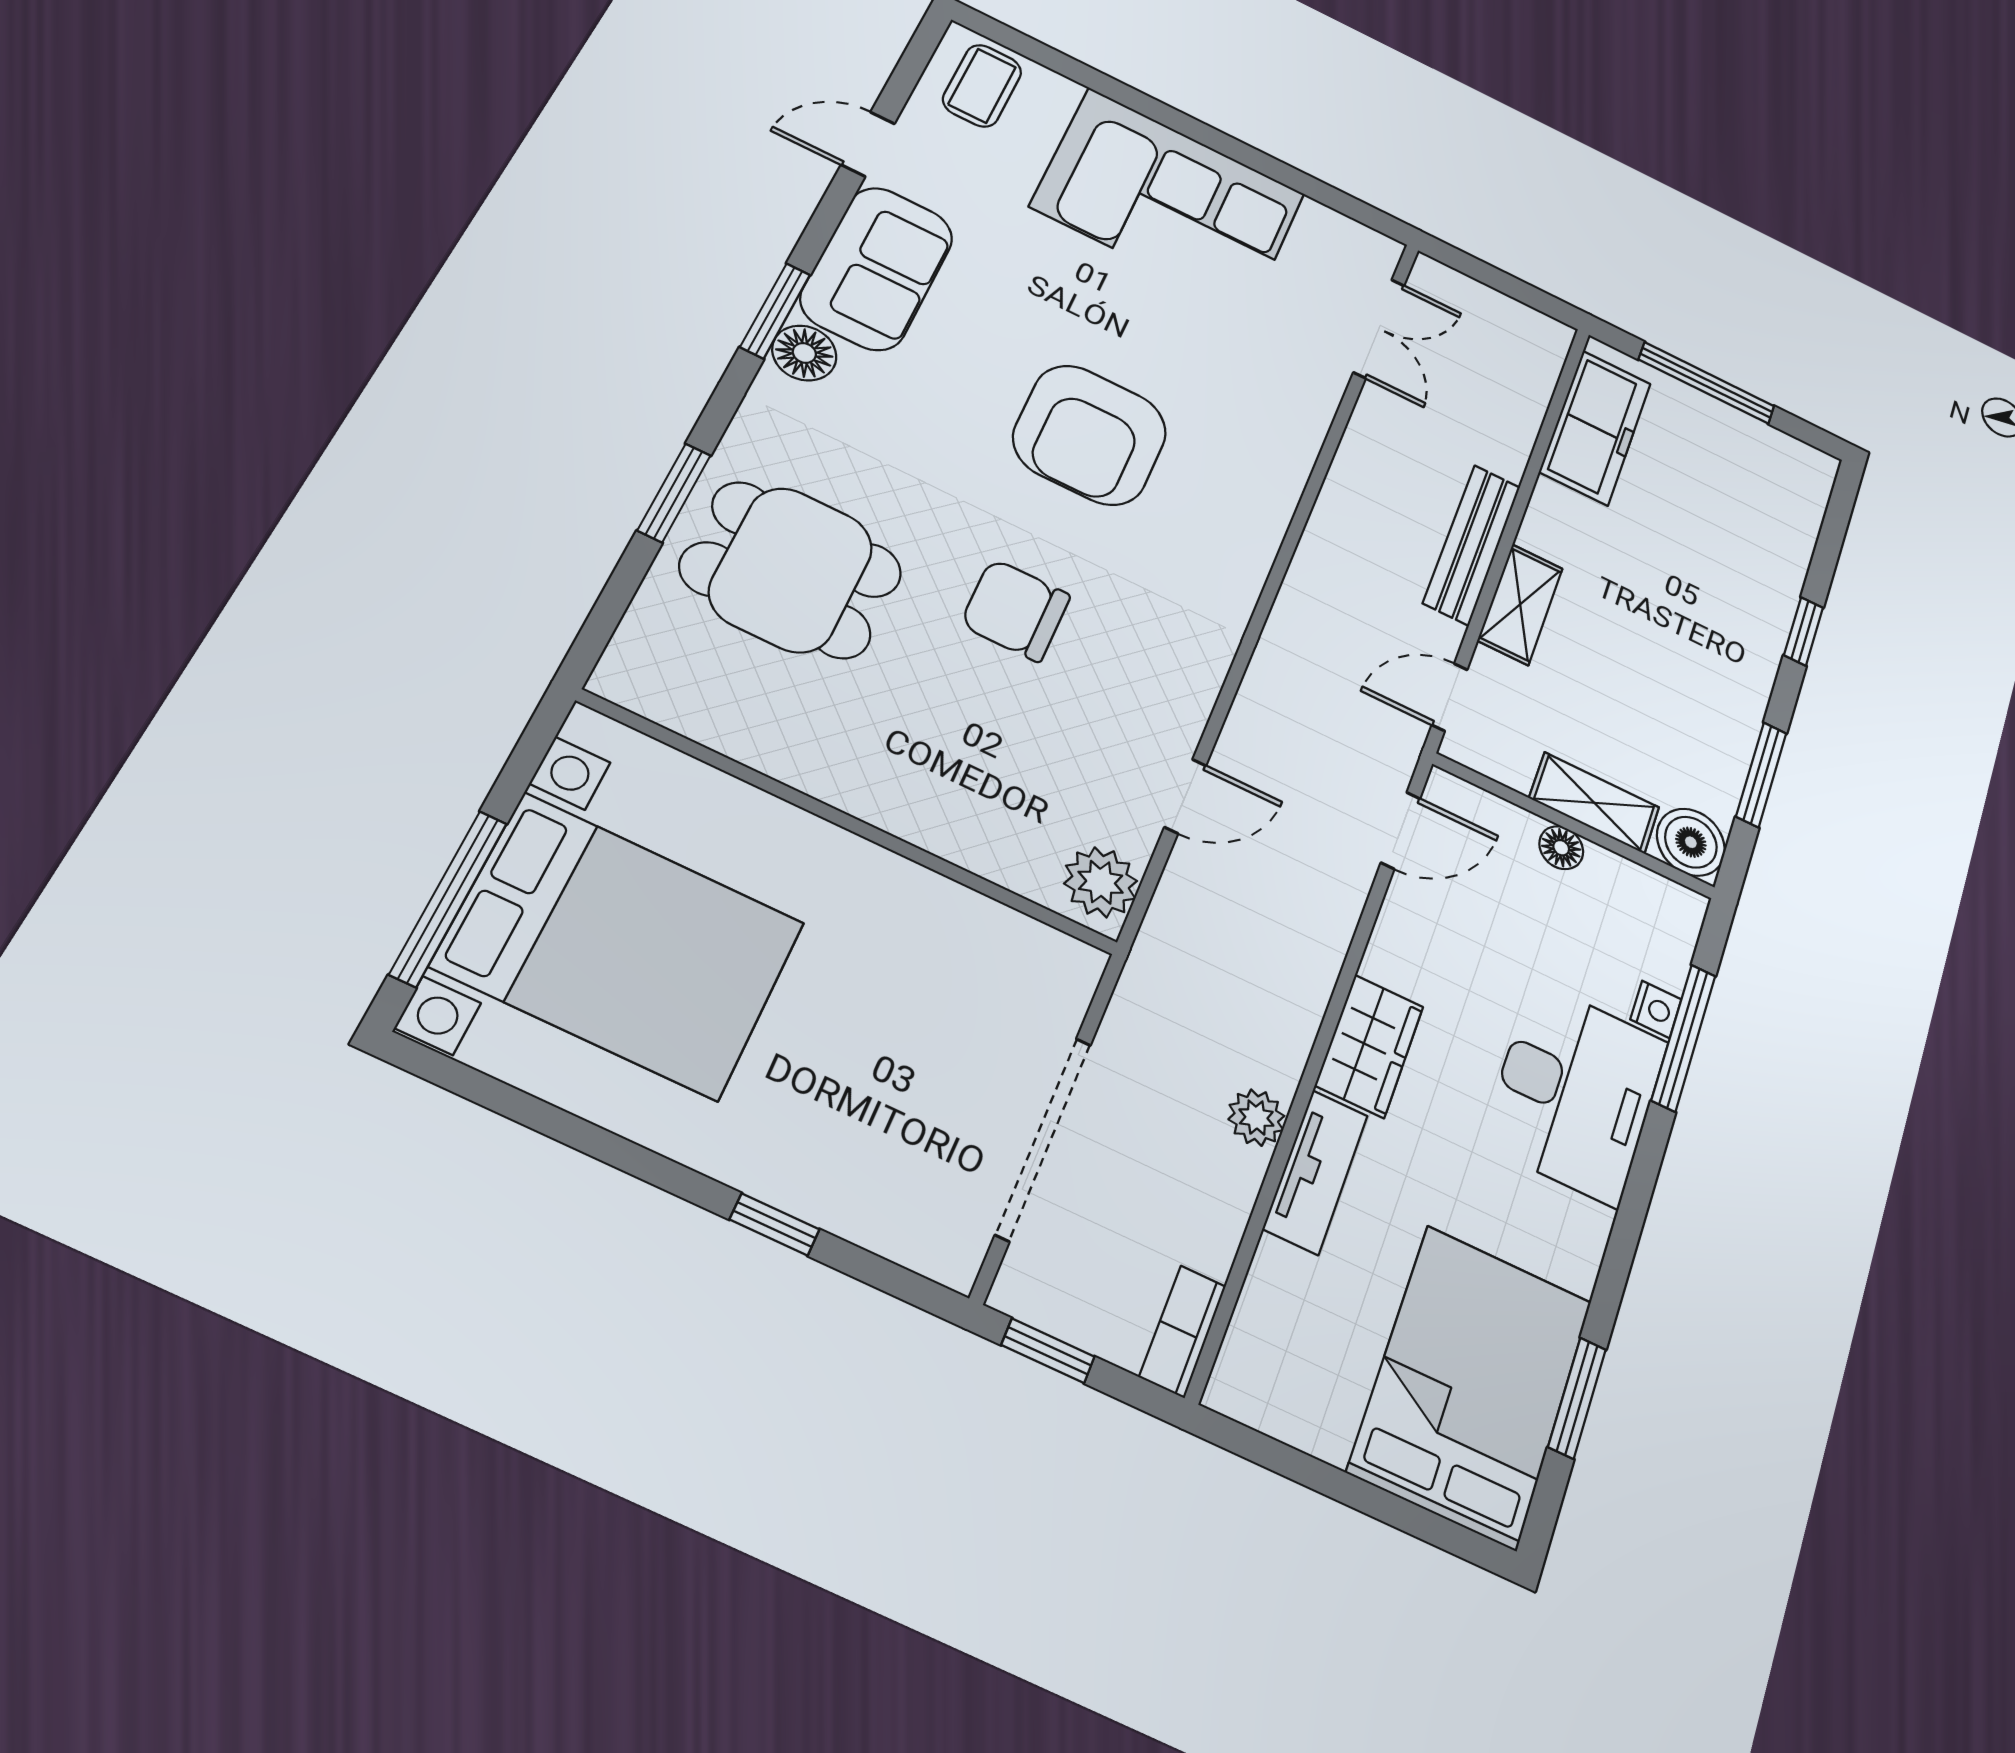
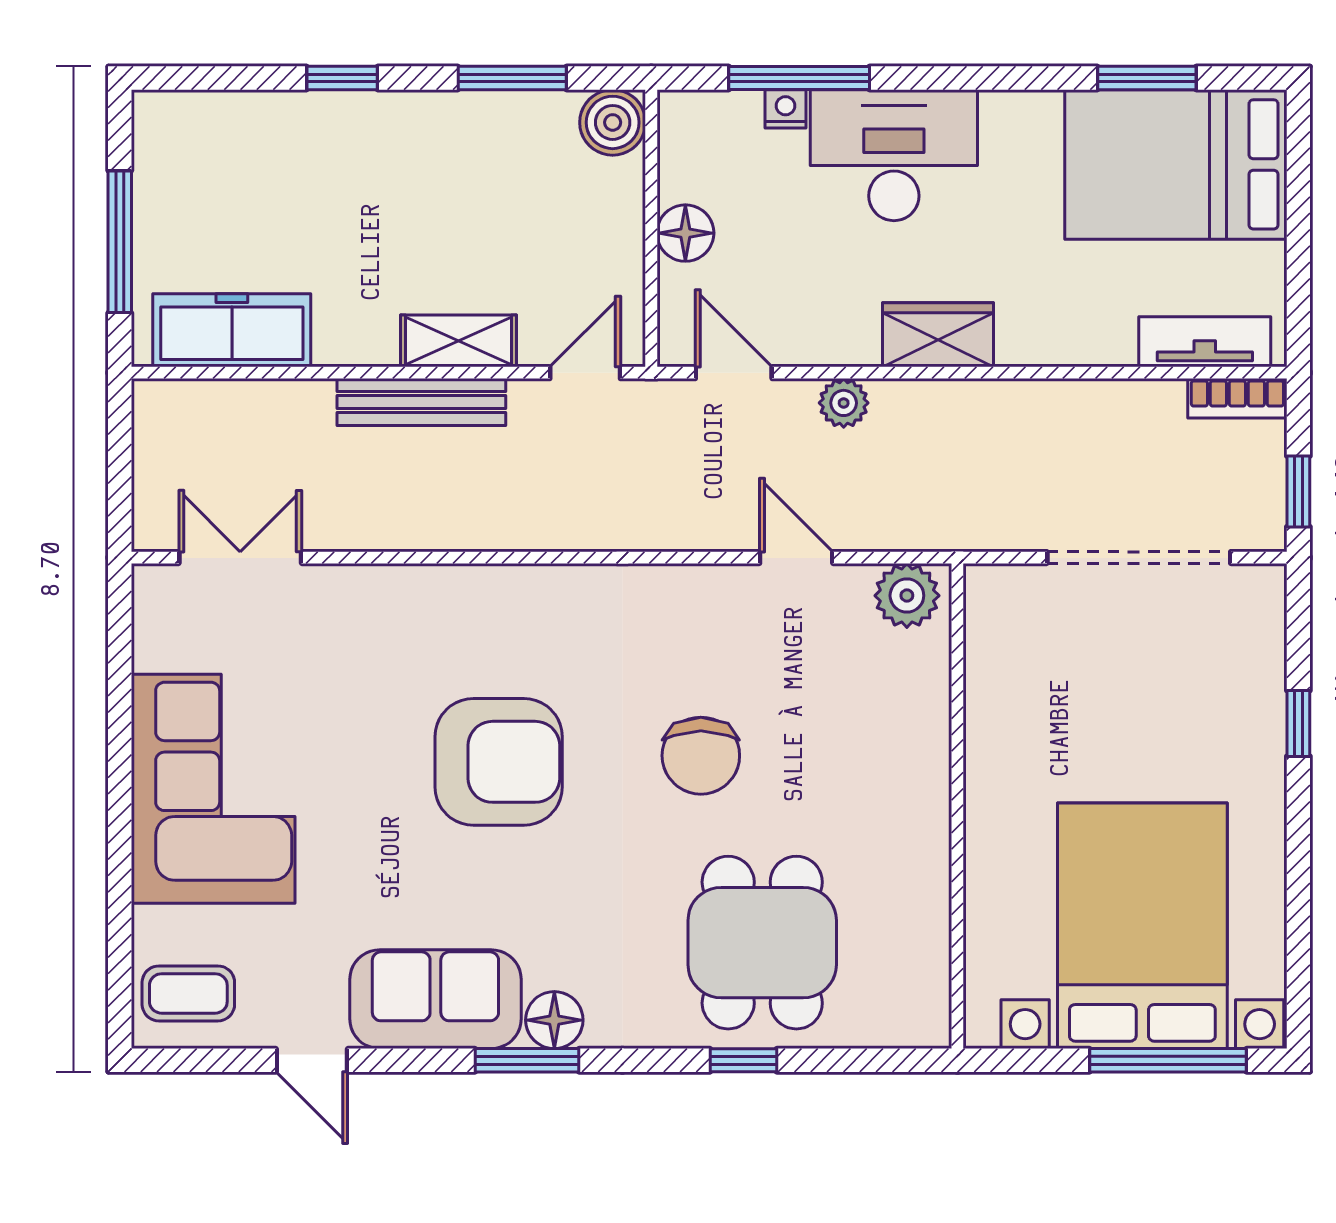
window: (674, 493) -> (743, 1060), width x0.67
door: (1449, 697) -> (585, 373), swing flipped
shelving: (1594, 803) -> (620, 217), removed
floor lamp: (1561, 848) -> (685, 233), width x1.37, depth x1.37
plant: (1256, 1118) -> (844, 403), moved
tv unit: (1315, 1172) -> (1205, 342), moved

